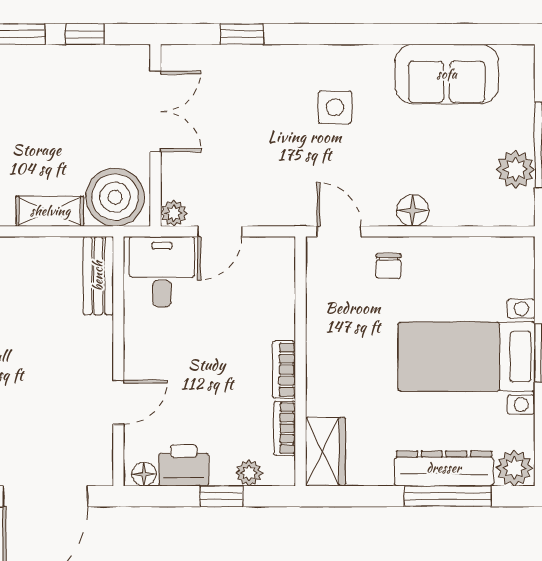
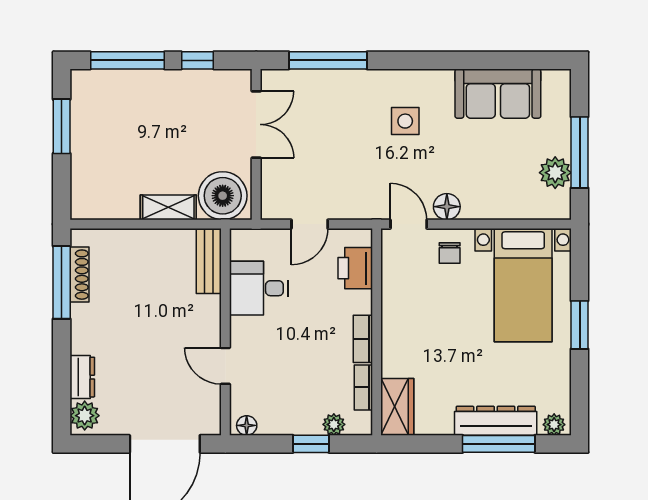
window: (242, 34) -> (328, 60), width x2.17
floor lamp: (413, 210) -> (447, 207), moved
plant: (174, 213) -> (271, 209), removed
desk: (162, 272) -> (259, 288), moved, turned -90
bed with nightstands: (467, 357) -> (523, 285), moved, turned -90
door: (118, 402) -> (225, 366), swing flipped
printer: (184, 465) -> (355, 268), moved, turned -90
plant: (514, 468) -> (554, 425), width x0.73, depth x0.73

